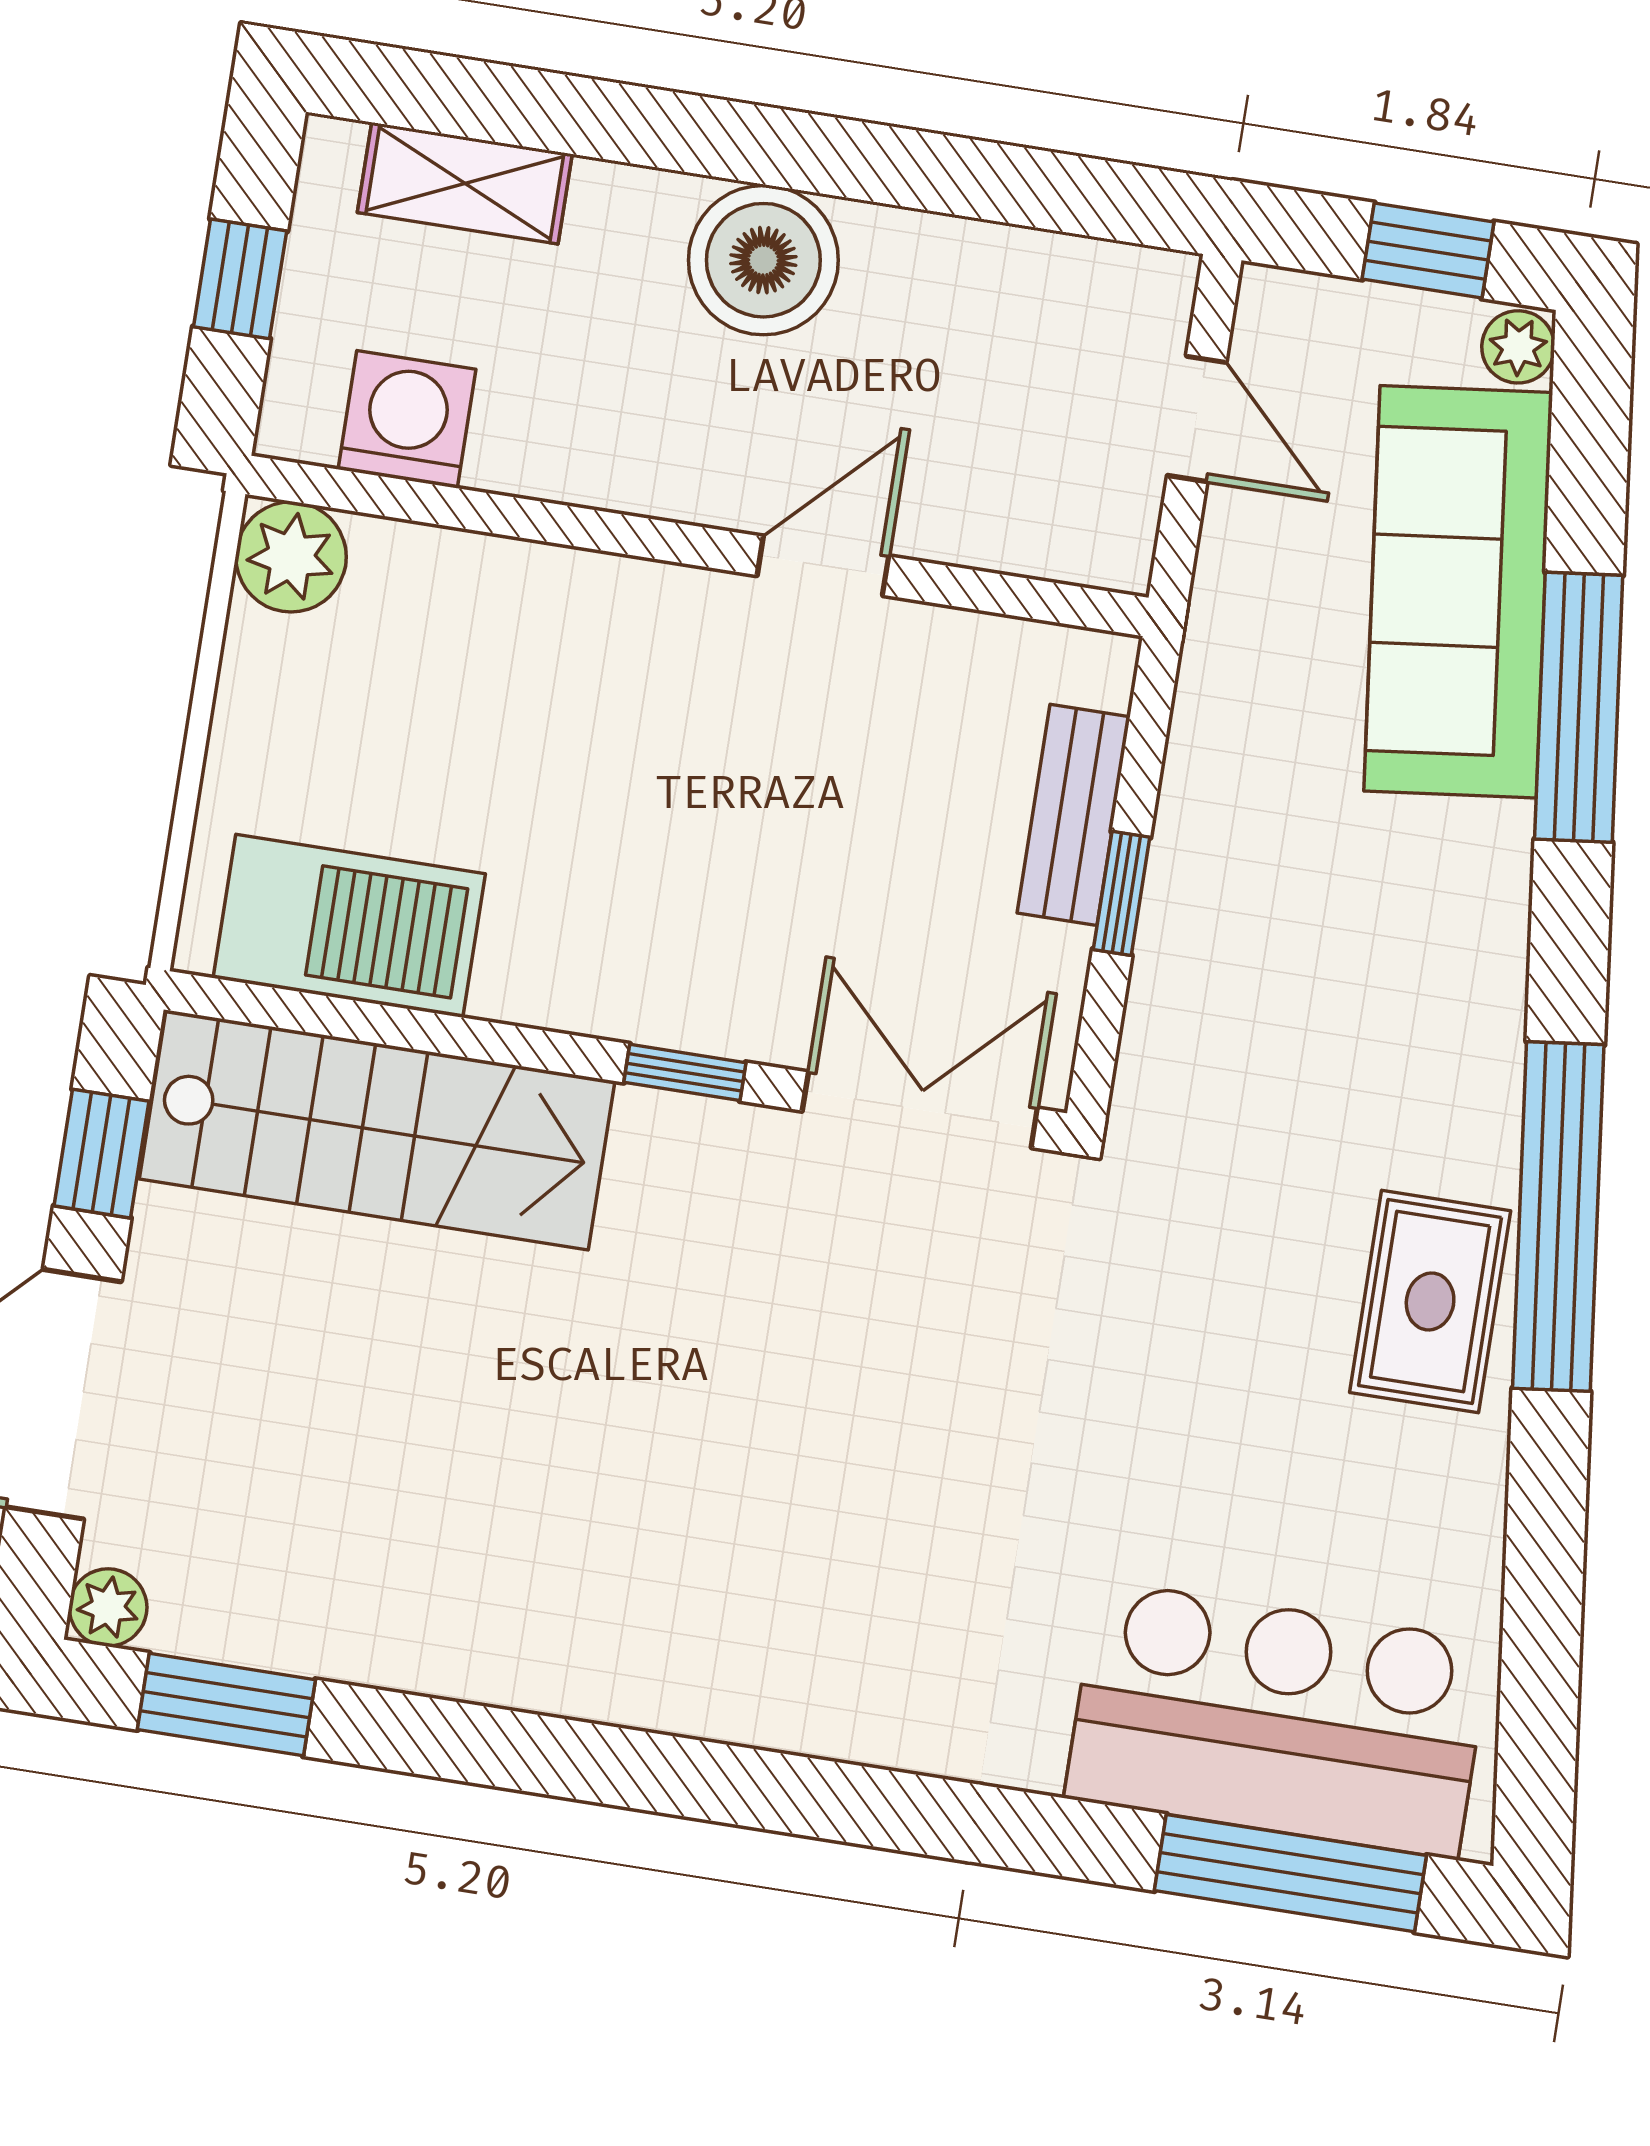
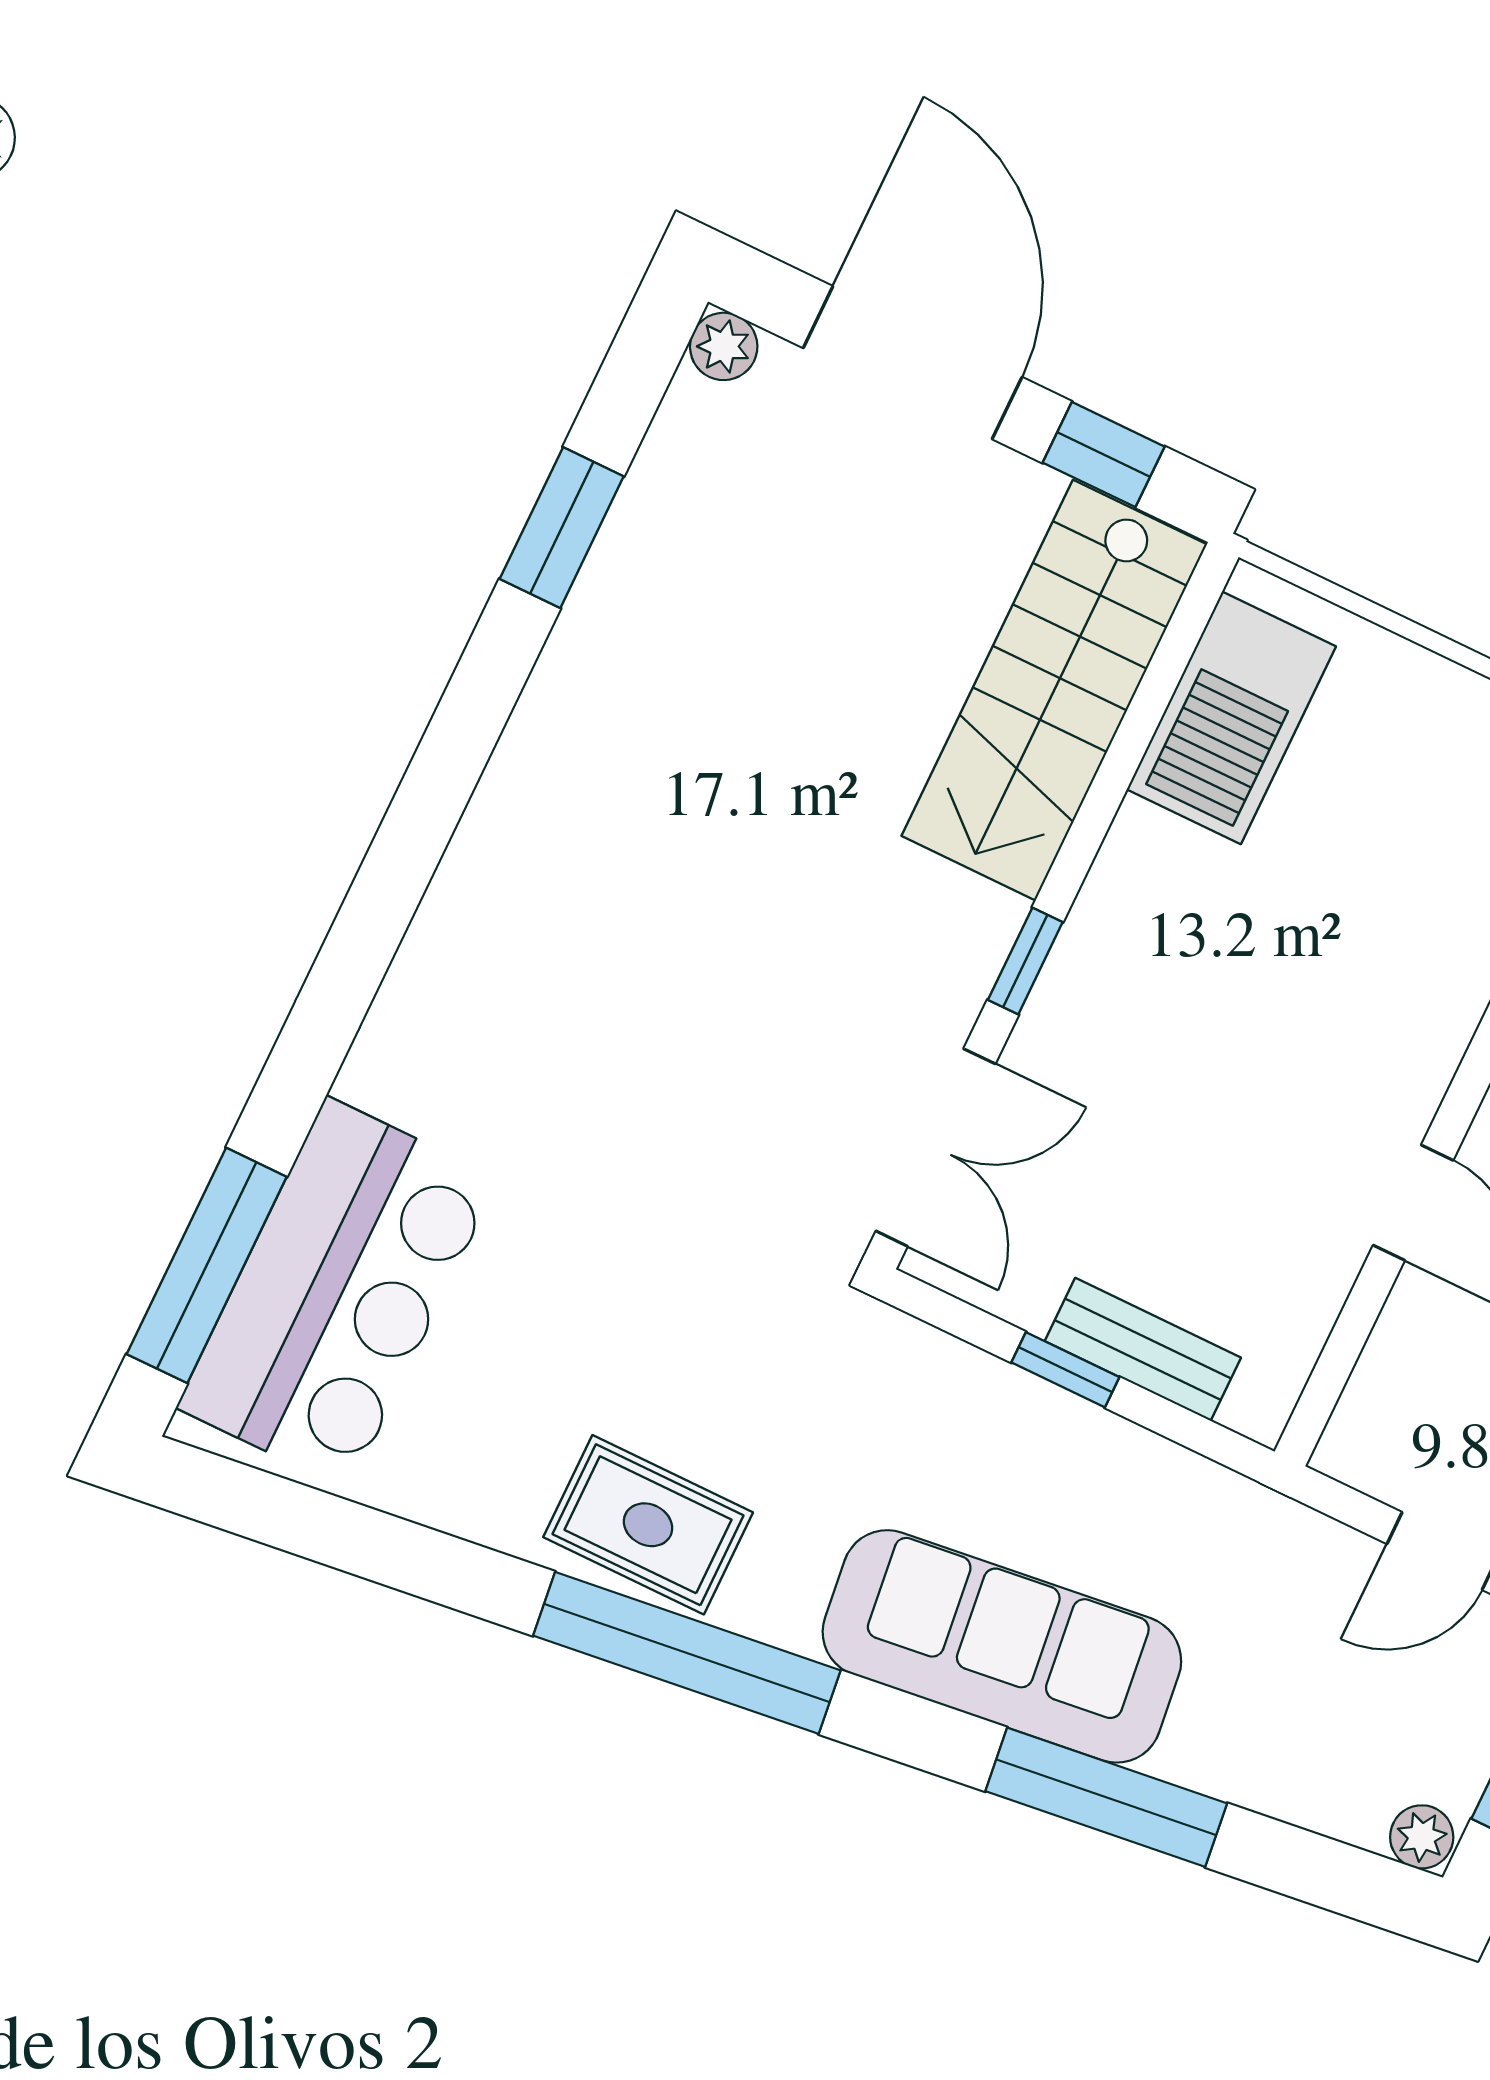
sofa: (1458, 592) -> (1002, 1646), moved
window: (226, 1705) -> (562, 528), moved

